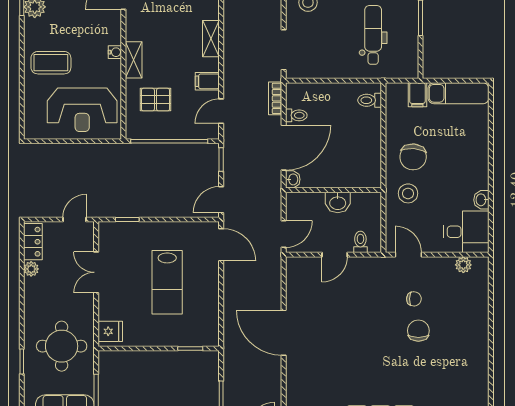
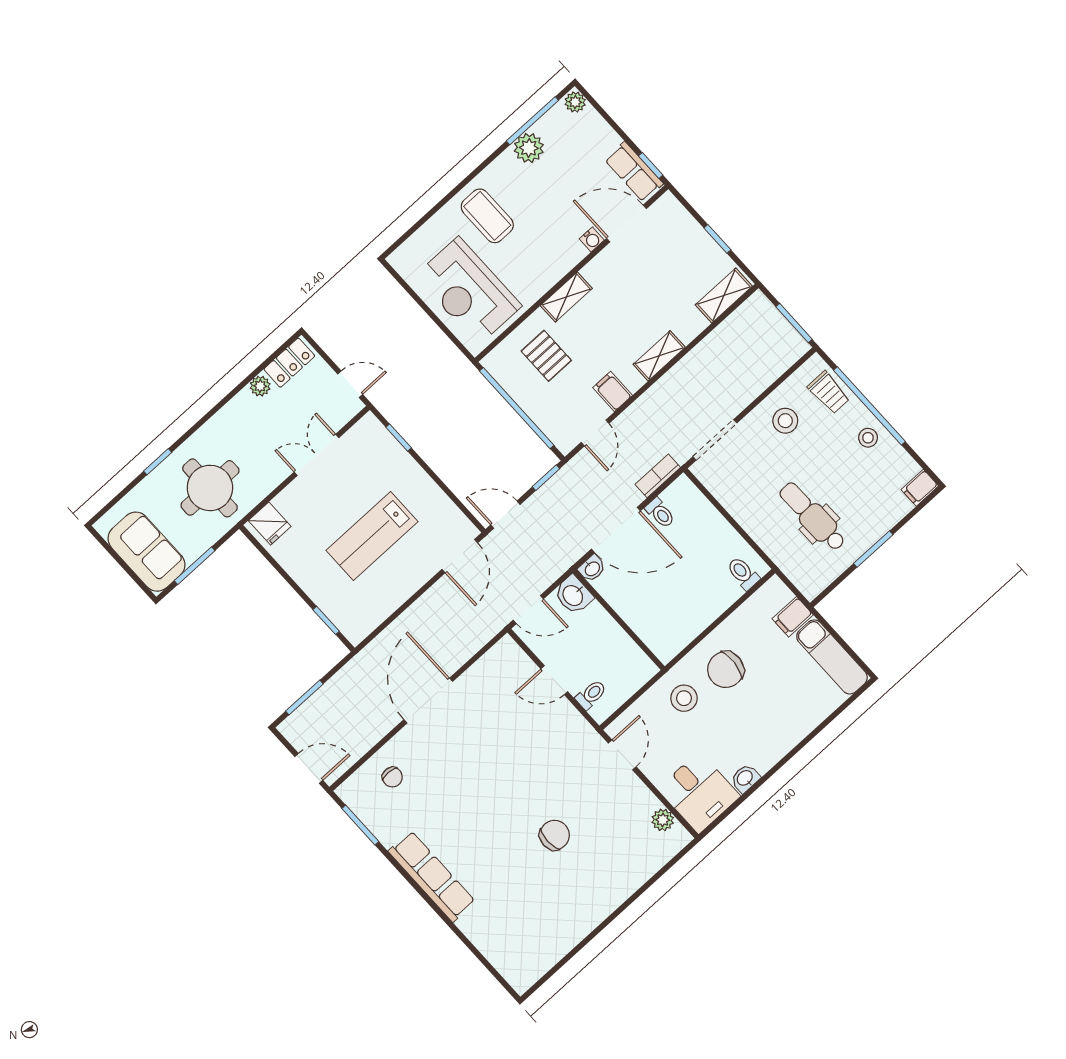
dental chair: (373, 35) -> (812, 517), turned -91
water cooler: (115, 52) -> (592, 239), moved
door: (221, 111) -> (595, 433), swing flipped
washbasin: (338, 203) -> (573, 595), moved
chair: (414, 299) -> (392, 777), moved

